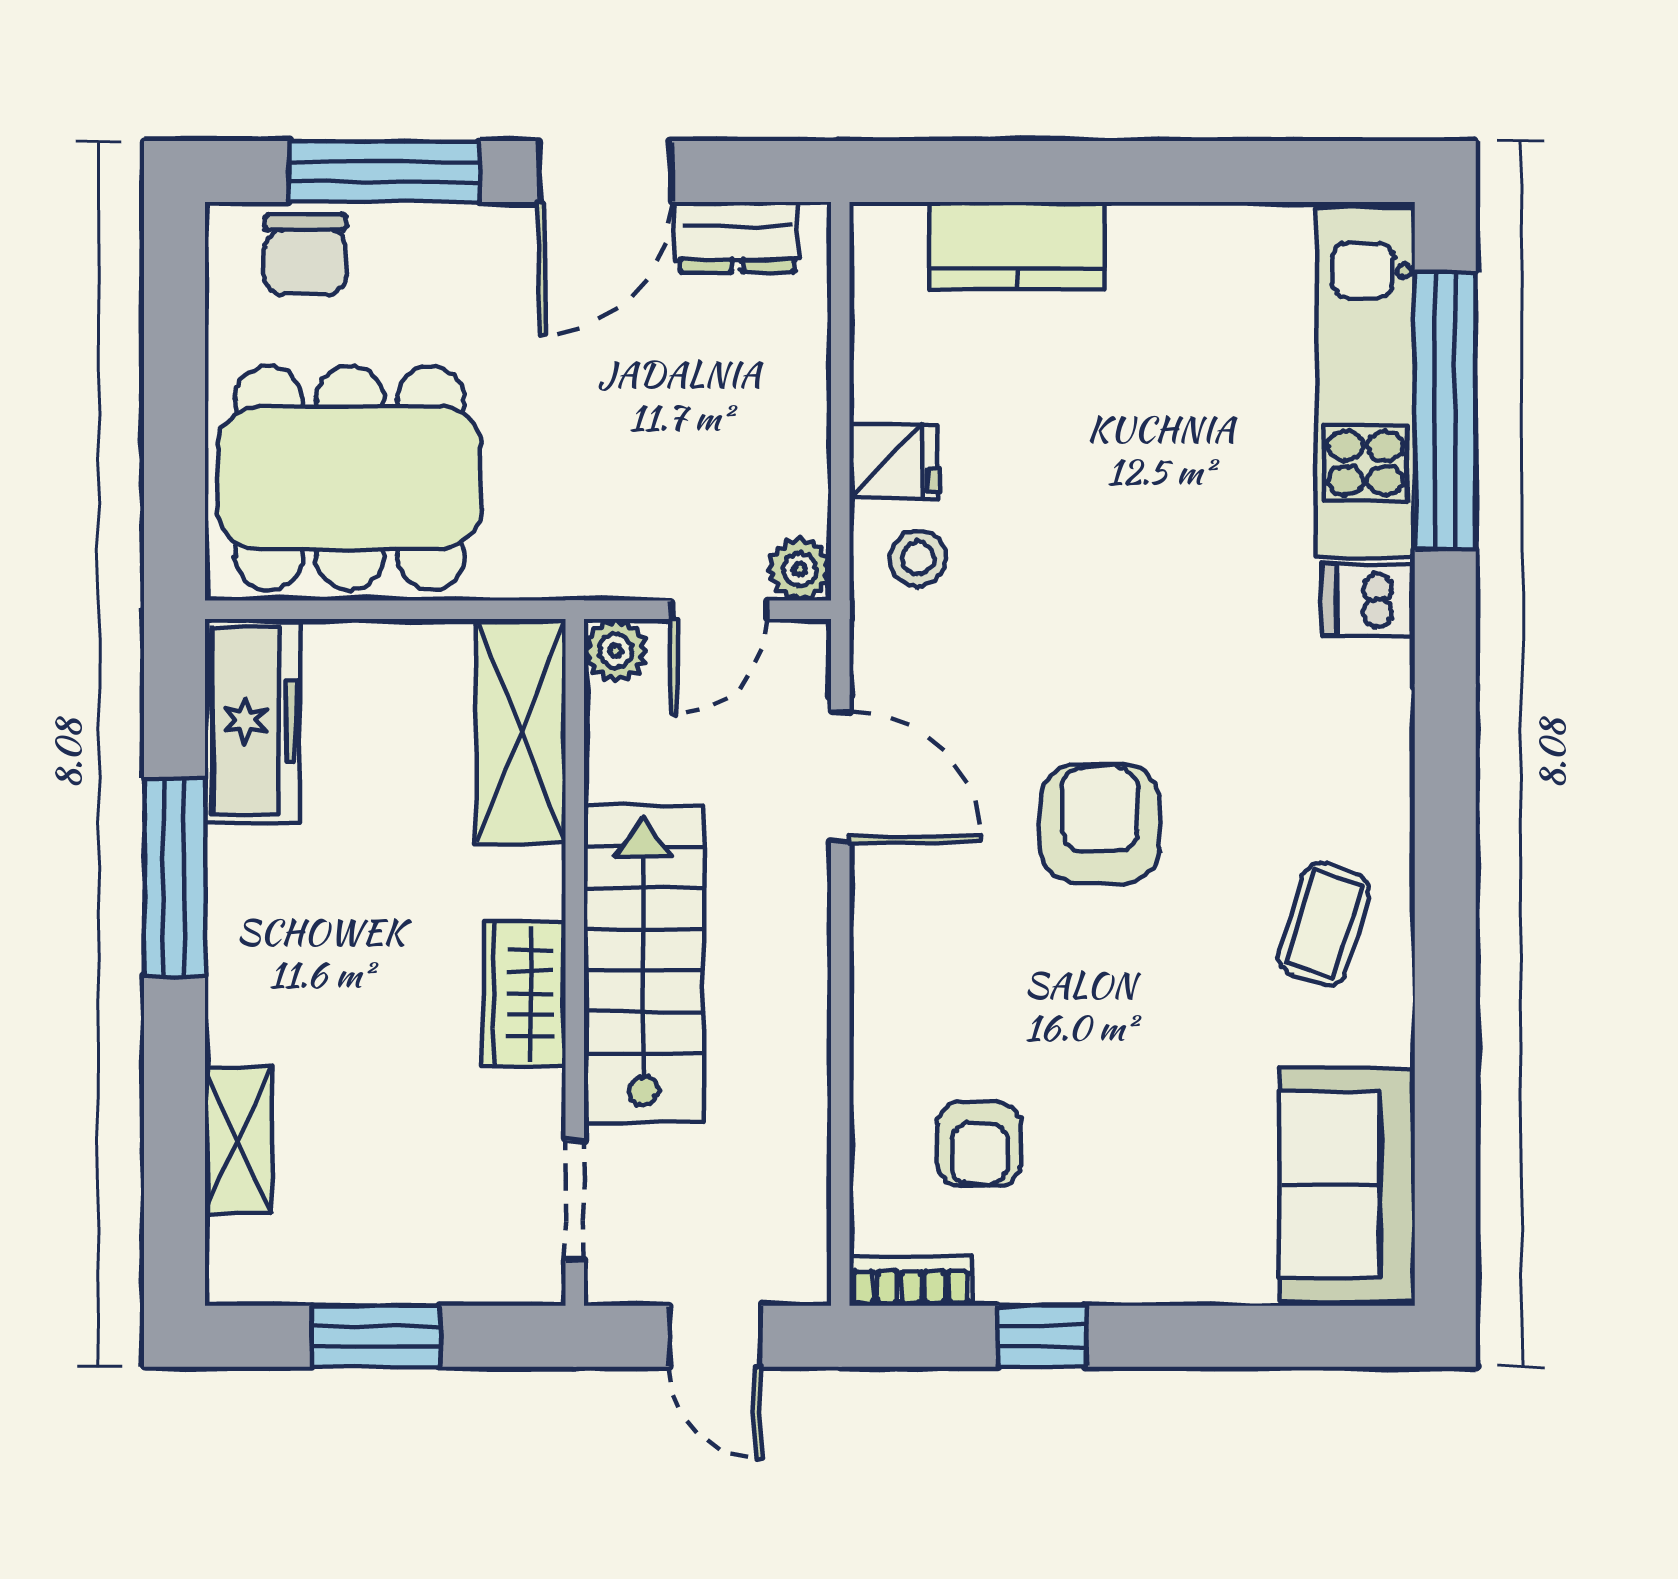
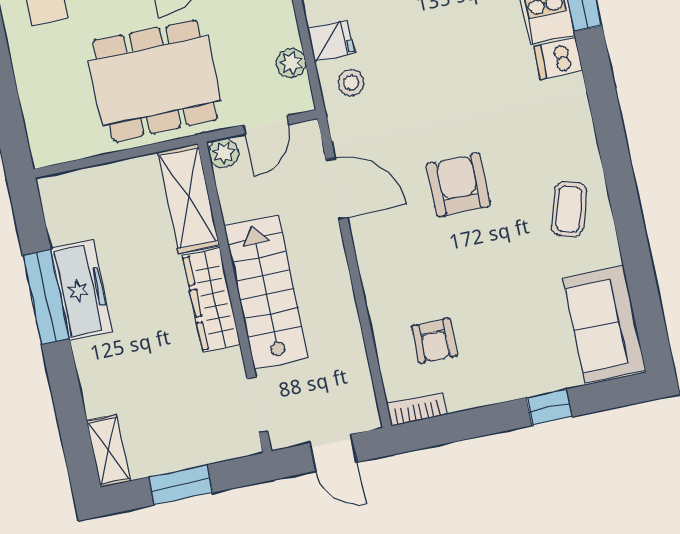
dining table: (350, 478) -> (155, 81), moved
plant: (799, 569) -> (291, 63), moved
freezer: (252, 721) -> (81, 290), moved
wardrobe: (524, 993) -> (211, 300), width x1.50
shelving: (238, 1140) -> (108, 451), moved
window: (1042, 1336) -> (549, 407), moved

